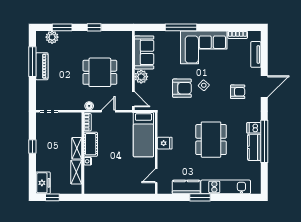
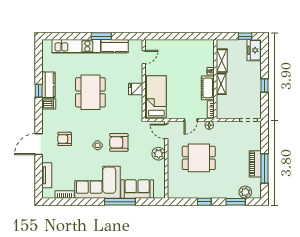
sofa: (144, 52) -> (137, 189), moved, turned 90
window: (264, 141) -> (39, 91), width x0.32

